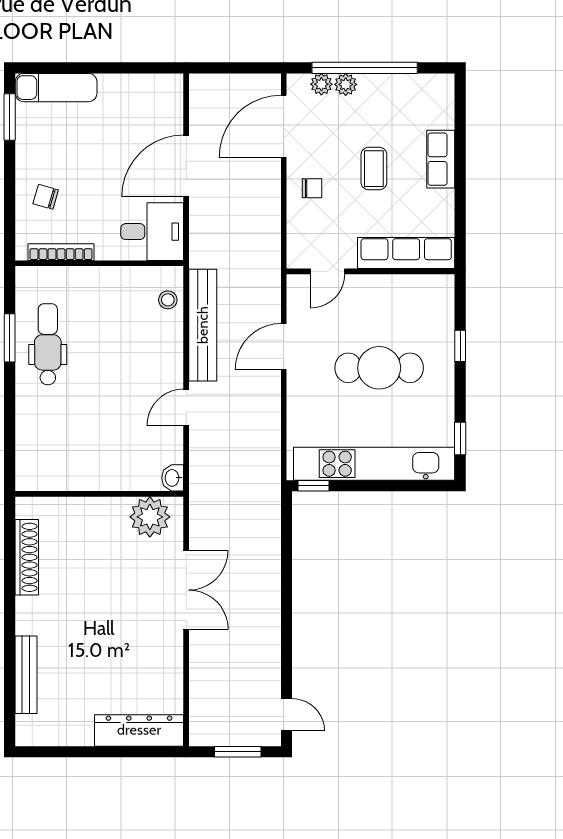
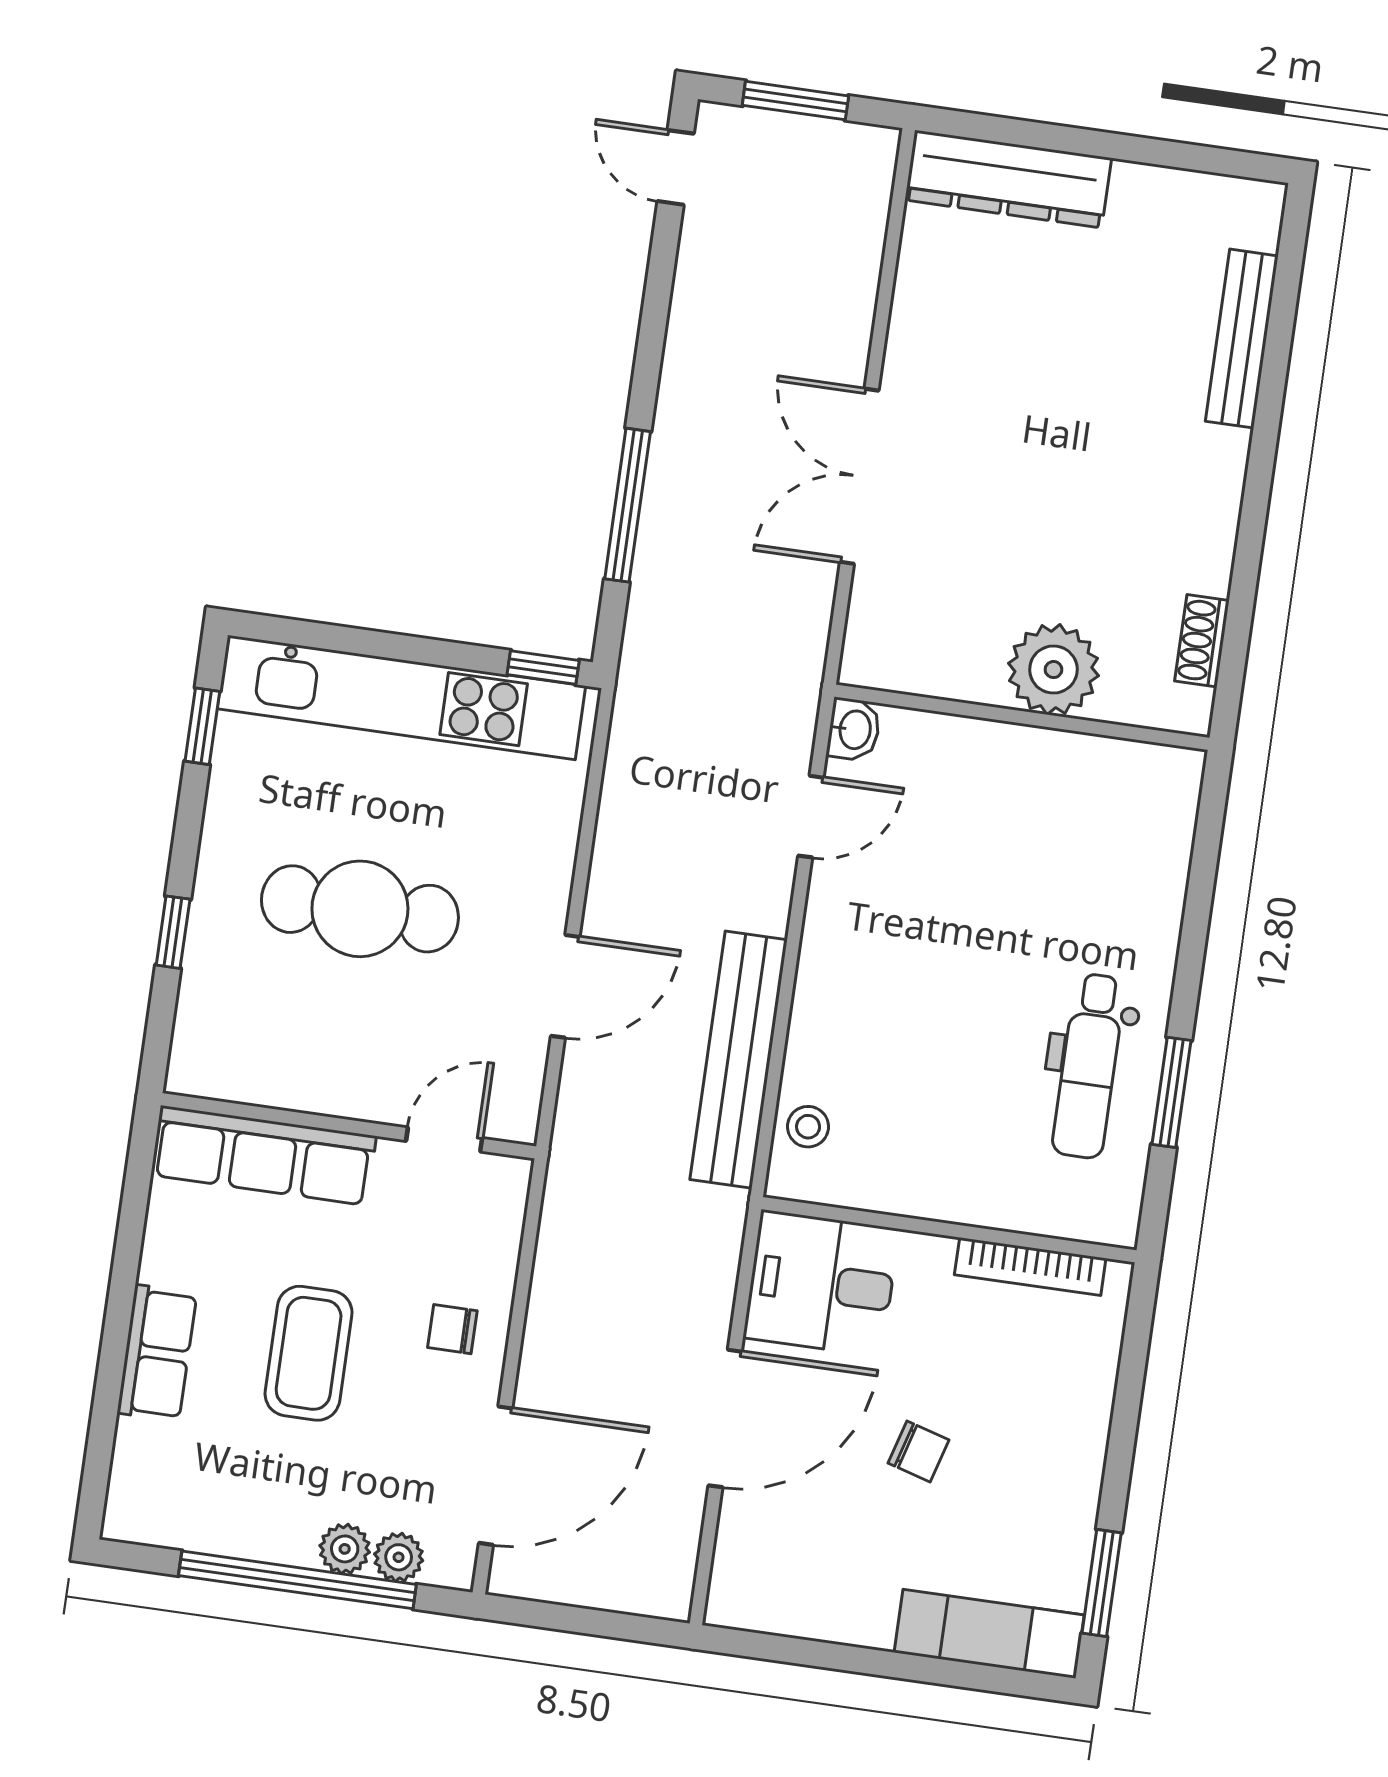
coffee table: (374, 169) -> (309, 1353), width x1.36, depth x1.30
chair: (46, 197) -> (919, 1451), moved
door: (186, 407) -> (811, 817), moved
plant: (150, 517) -> (1053, 670), moved
shoe rack: (27, 557) -> (1202, 641), width x0.51, depth x0.81
window: (286, 563) -> (628, 505), added

